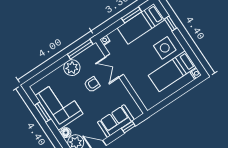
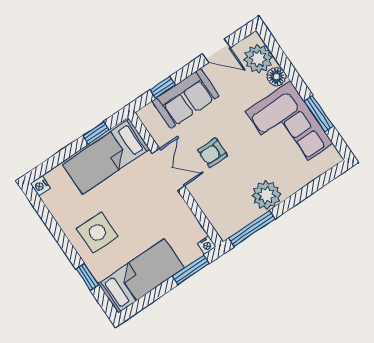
window: (132, 15) -> (191, 270), moved
double door: (114, 66) -> (169, 170), moved
bed: (172, 71) -> (106, 157), moved, turned 180
armchair: (92, 84) -> (213, 153), moved
window: (165, 103) -> (96, 133), added

